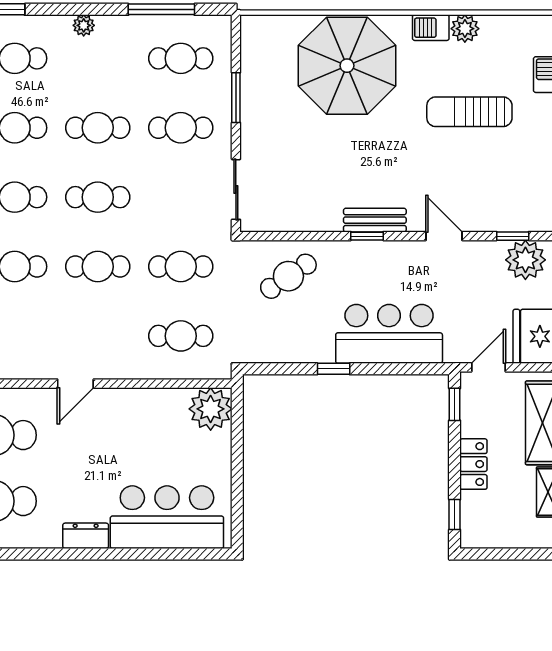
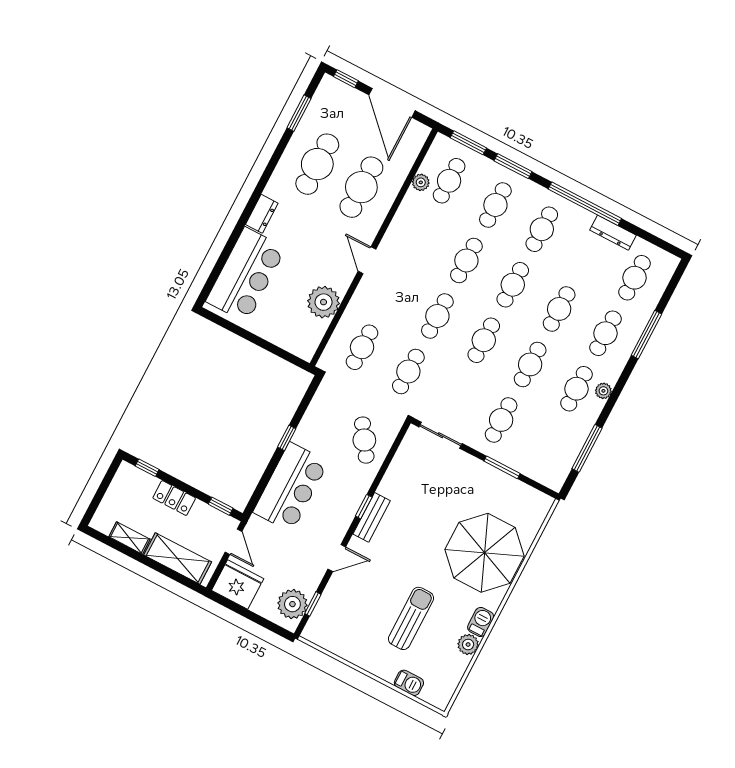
cafe table: (181, 58) -> (576, 389), moved
plant: (211, 409) -> (324, 302), moved

